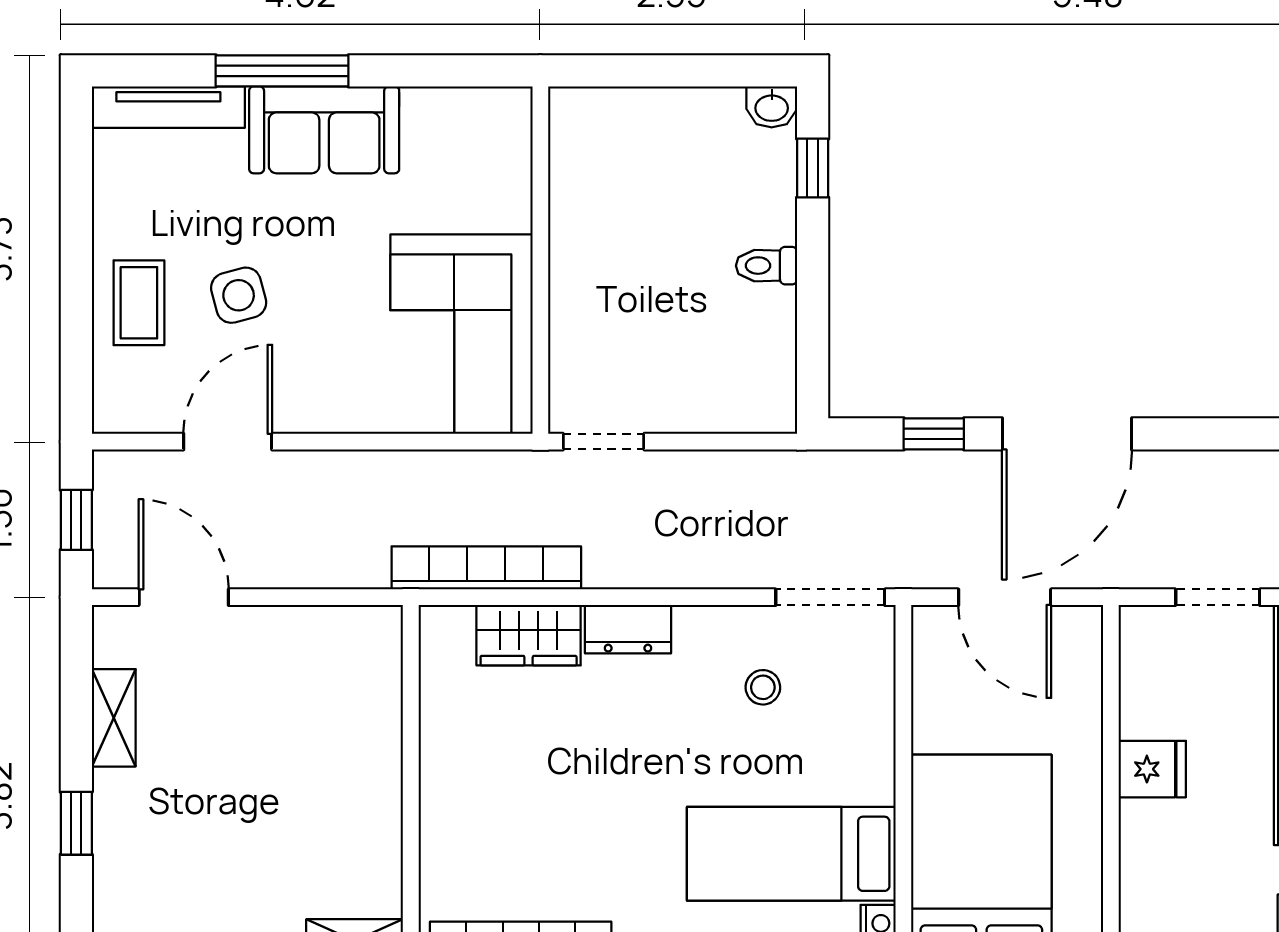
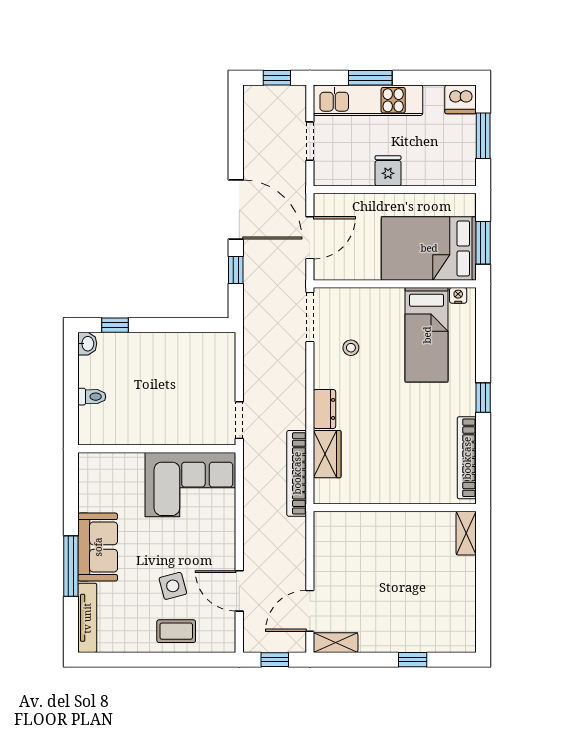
toilet: (767, 266) -> (92, 397), moved, turned -90
shelving: (114, 718) -> (336, 643), moved

